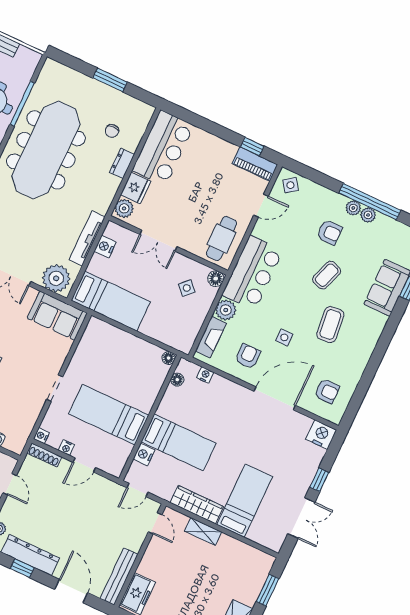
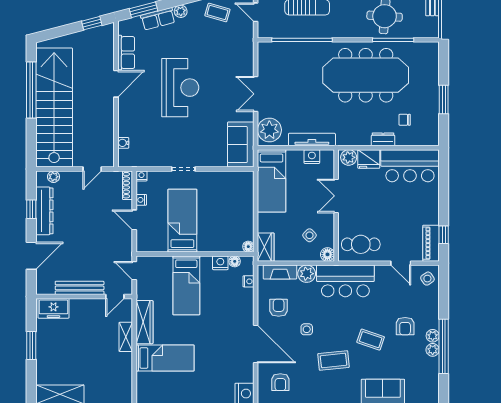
wardrobe: (178, 340) -> (266, 247), added
armchair: (248, 356) -> (279, 308), turned -90
nightstand: (144, 455) -> (220, 263), moved
bench: (119, 577) -> (80, 288), moved

